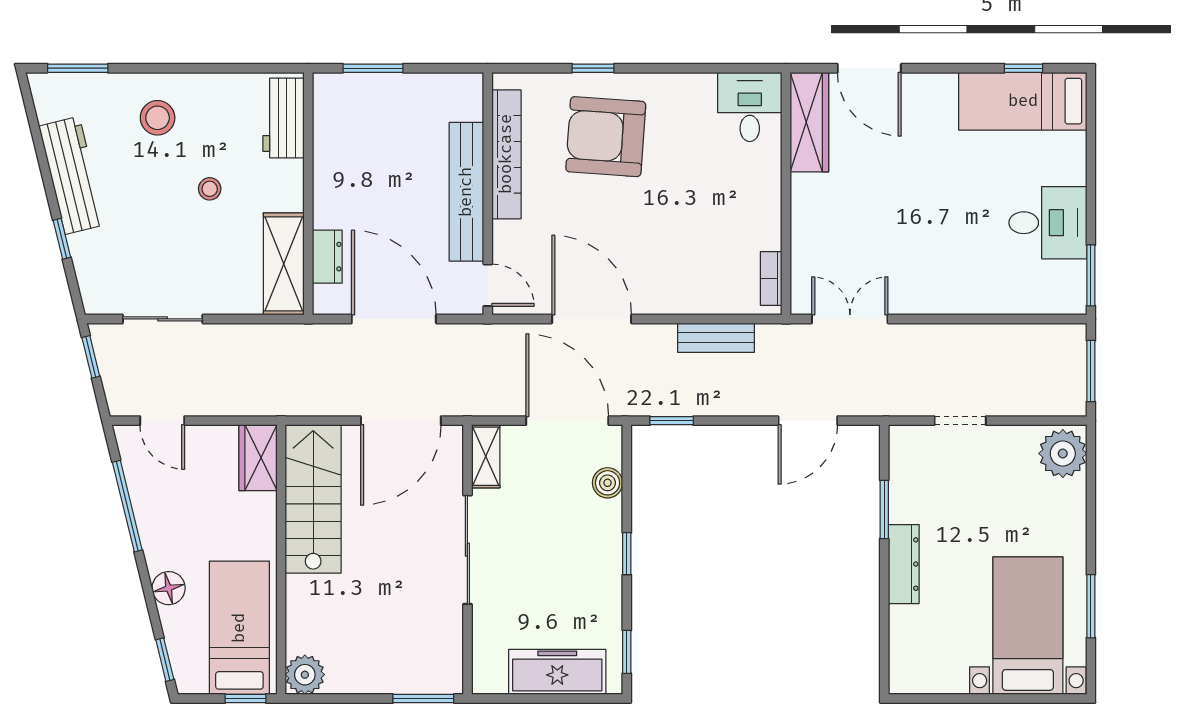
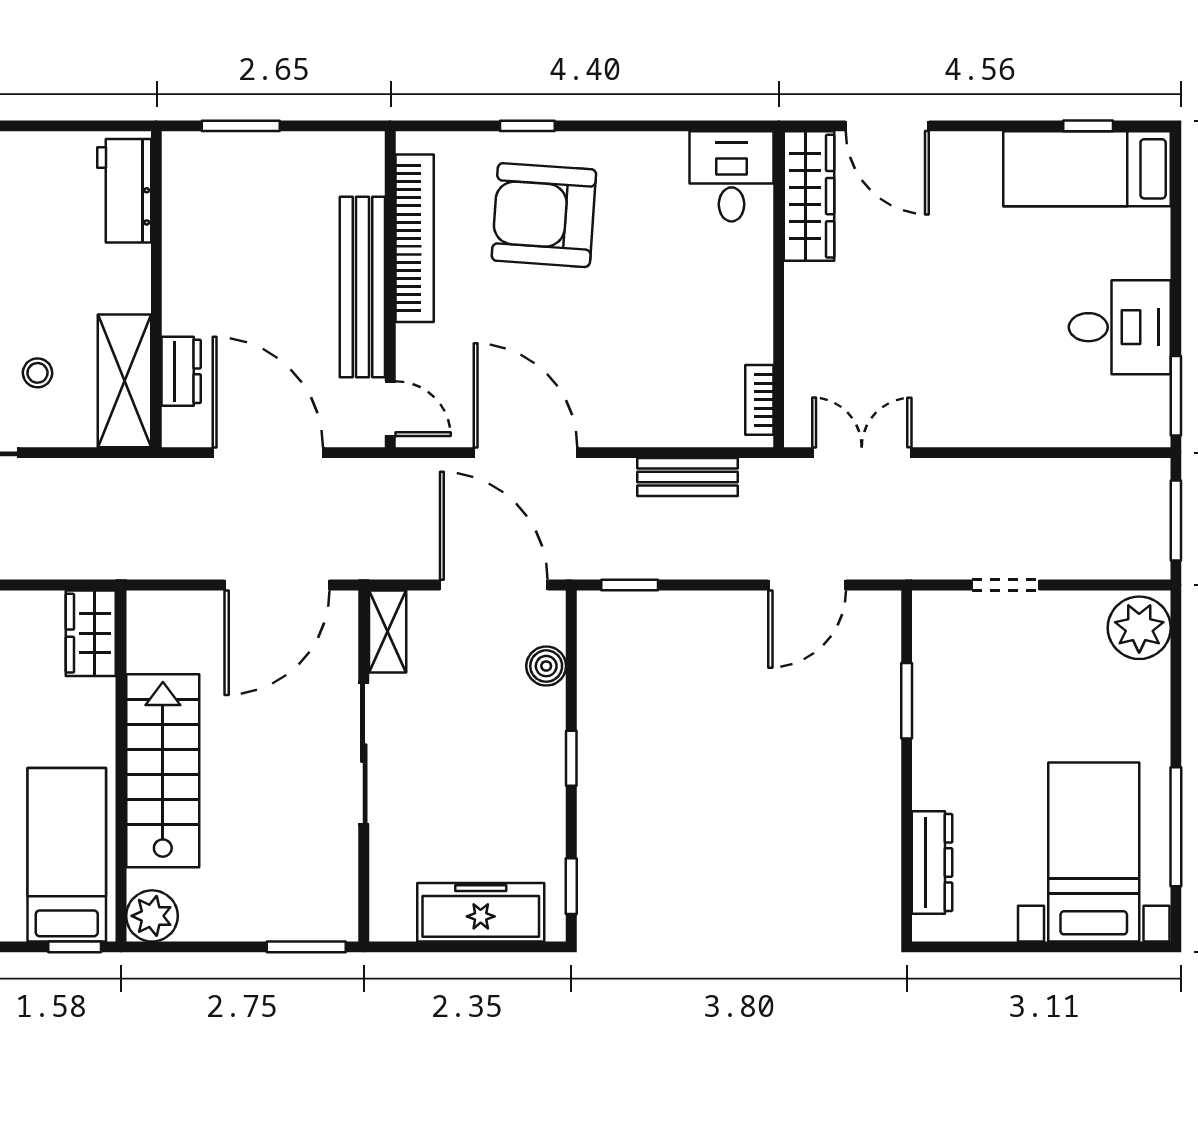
stool: (210, 189) -> (38, 373), moved
stairs: (313, 499) -> (163, 771), moved
dresser: (904, 564) -> (932, 862), moved
window: (1091, 606) -> (1176, 827), width x1.44

